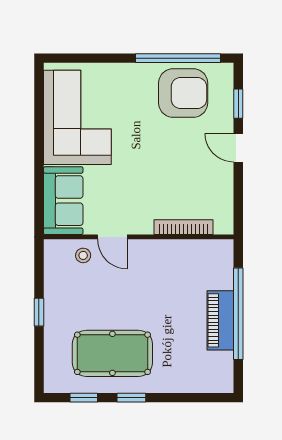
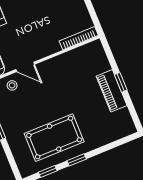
bookcase: (184, 227) -> (79, 38), moved
window: (238, 314) -> (121, 82), width x0.32

